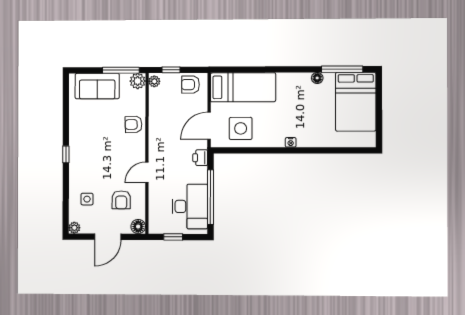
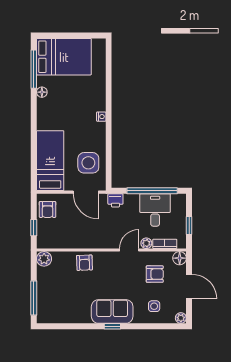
window: (121, 70) -> (34, 298), moved
plant: (154, 81) -> (146, 243), moved
sofa: (97, 86) -> (112, 311), moved, turned -90
door: (147, 172) -> (129, 250), swing flipped
desk: (190, 206) -> (155, 210), width x0.73
bookcase: (153, 211) -> (165, 244), added

